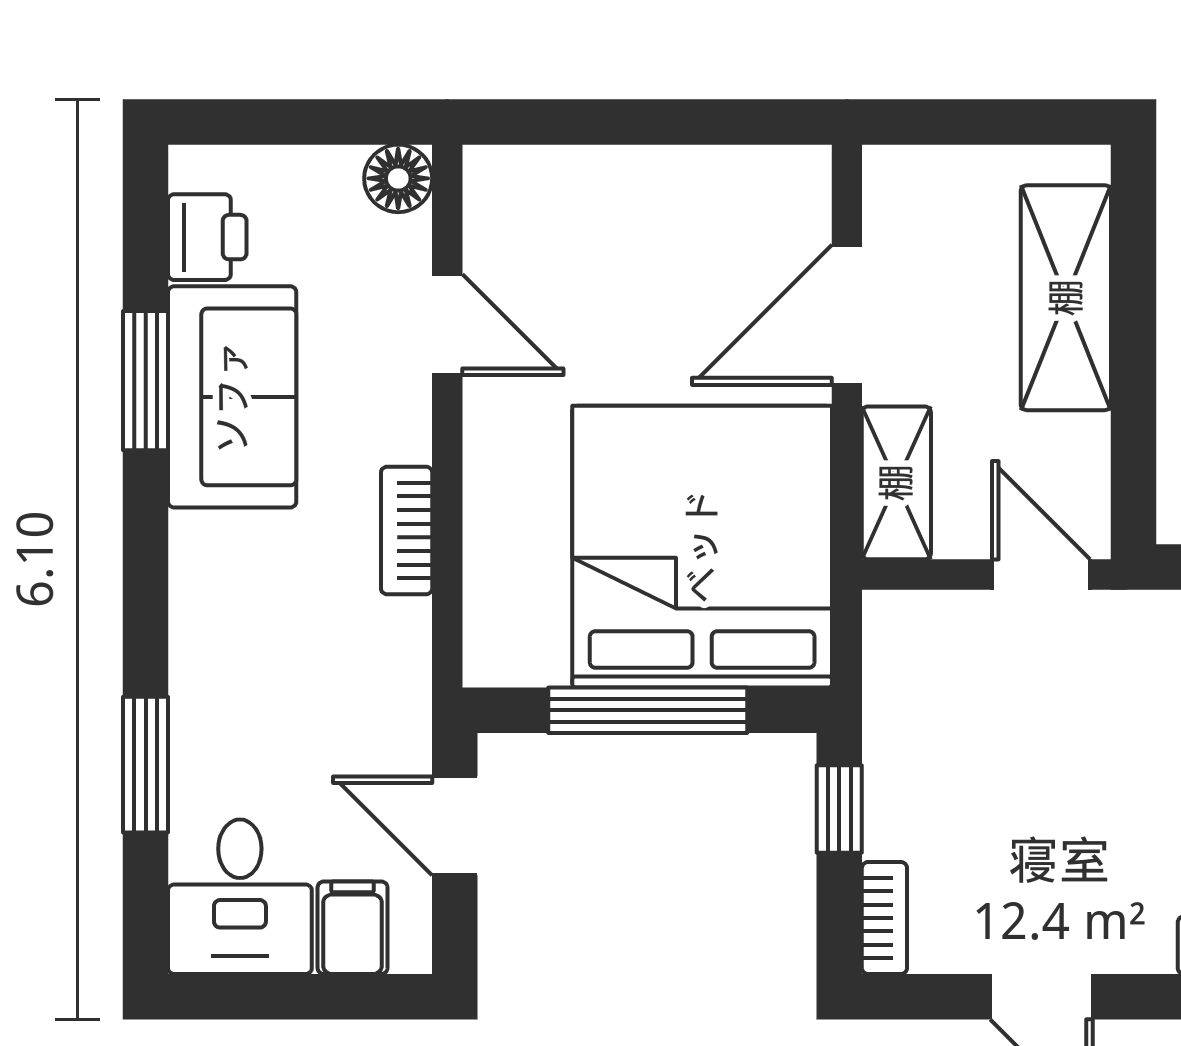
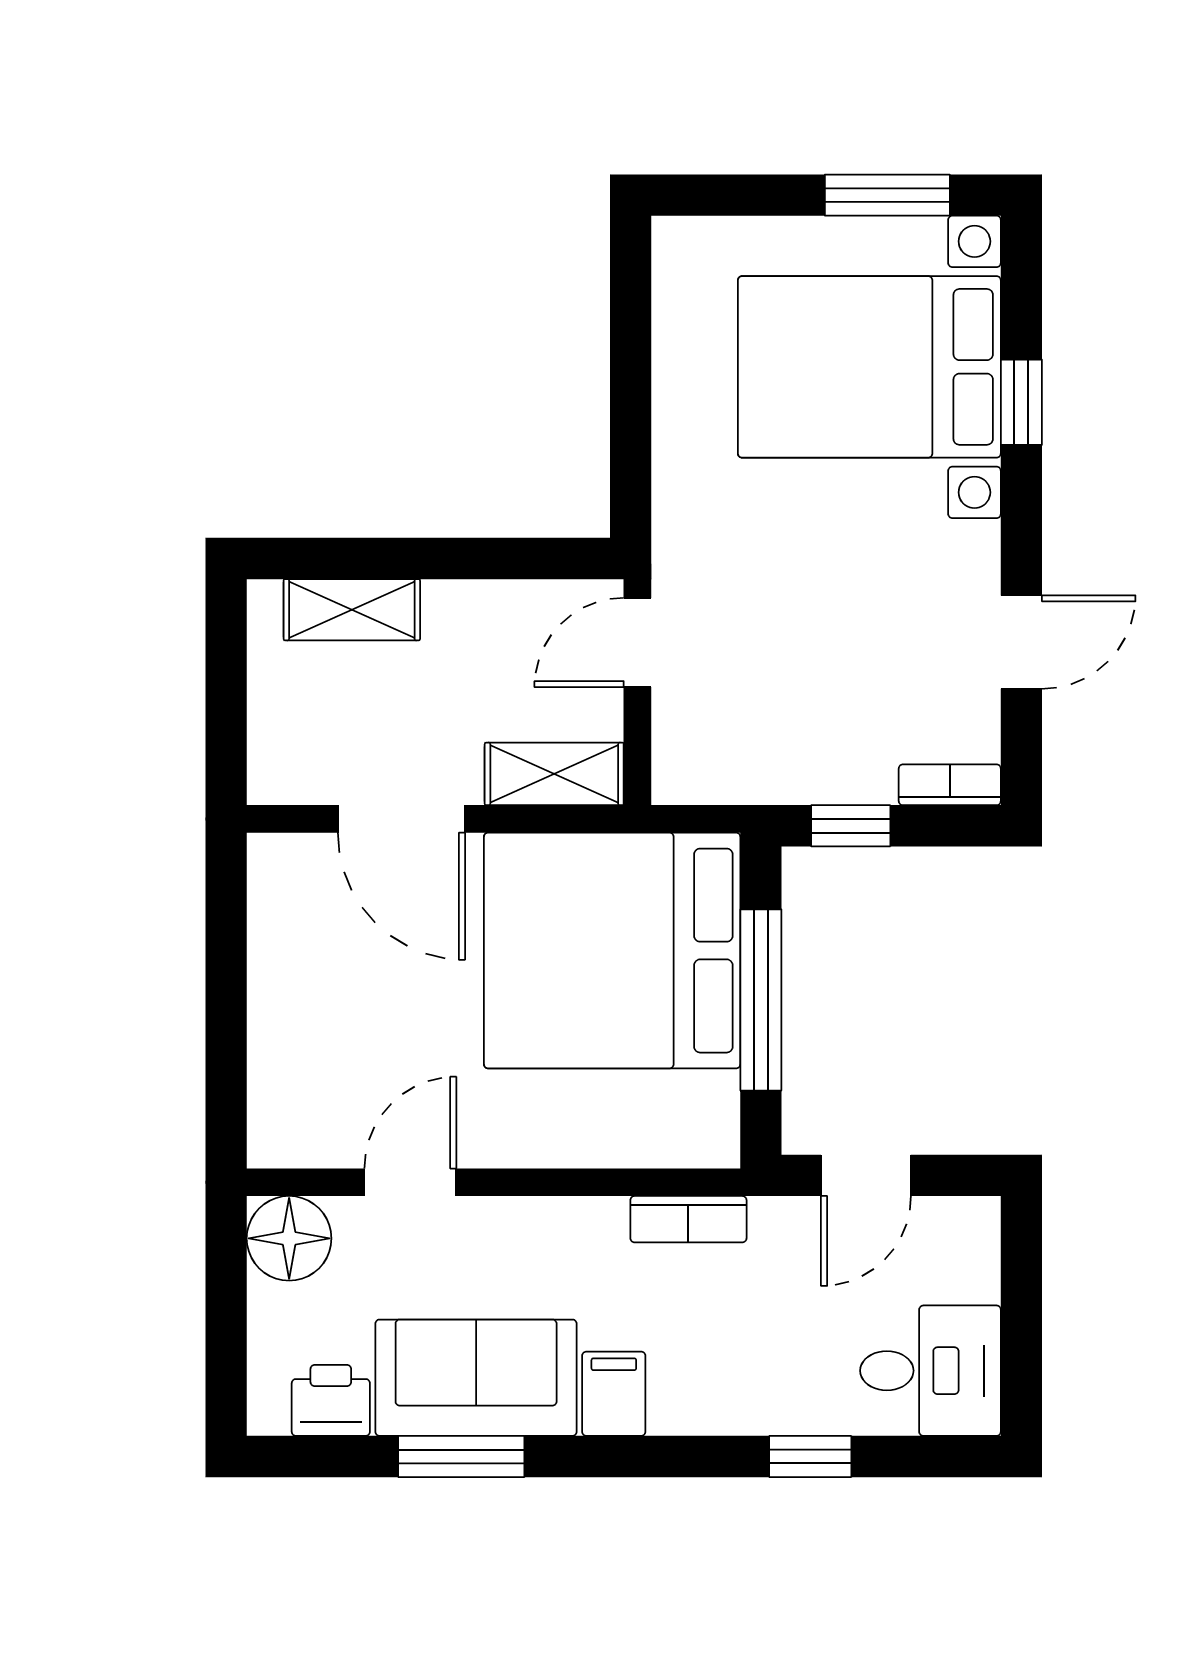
floor lamp: (398, 178) -> (289, 1238), width x1.38, depth x1.38
shelving: (1066, 298) -> (352, 610), width x0.67, depth x0.75
bookcase: (407, 530) -> (688, 1219), moved
window: (146, 765) -> (810, 1456), width x0.67
filing cabinet: (353, 928) -> (614, 1394), moved, turned 90

